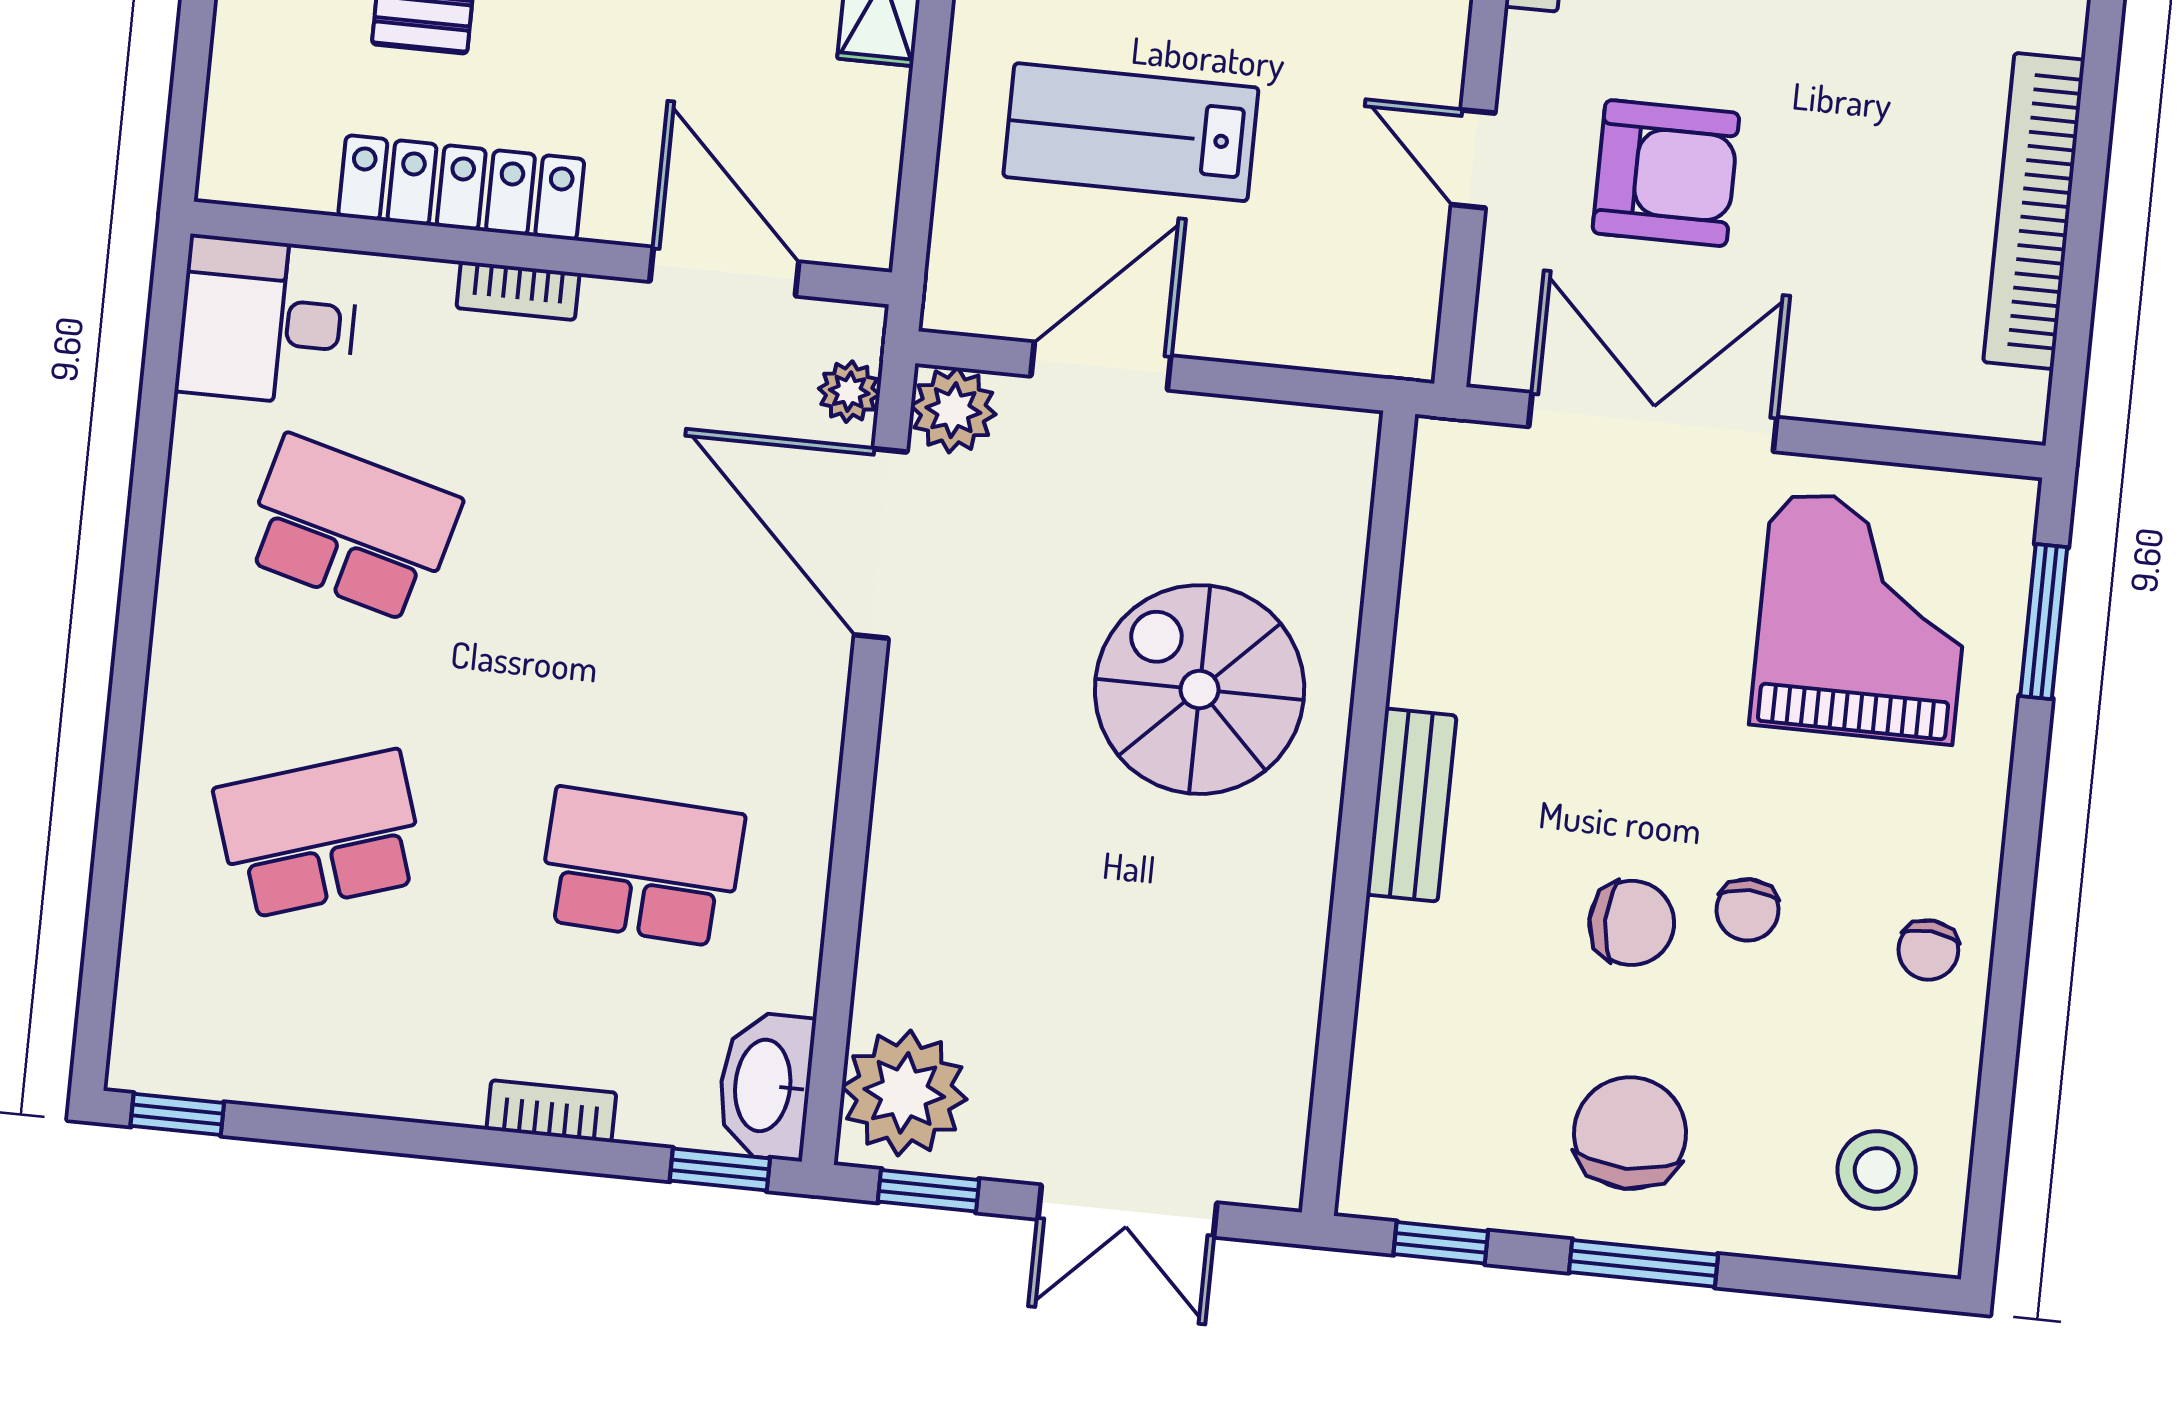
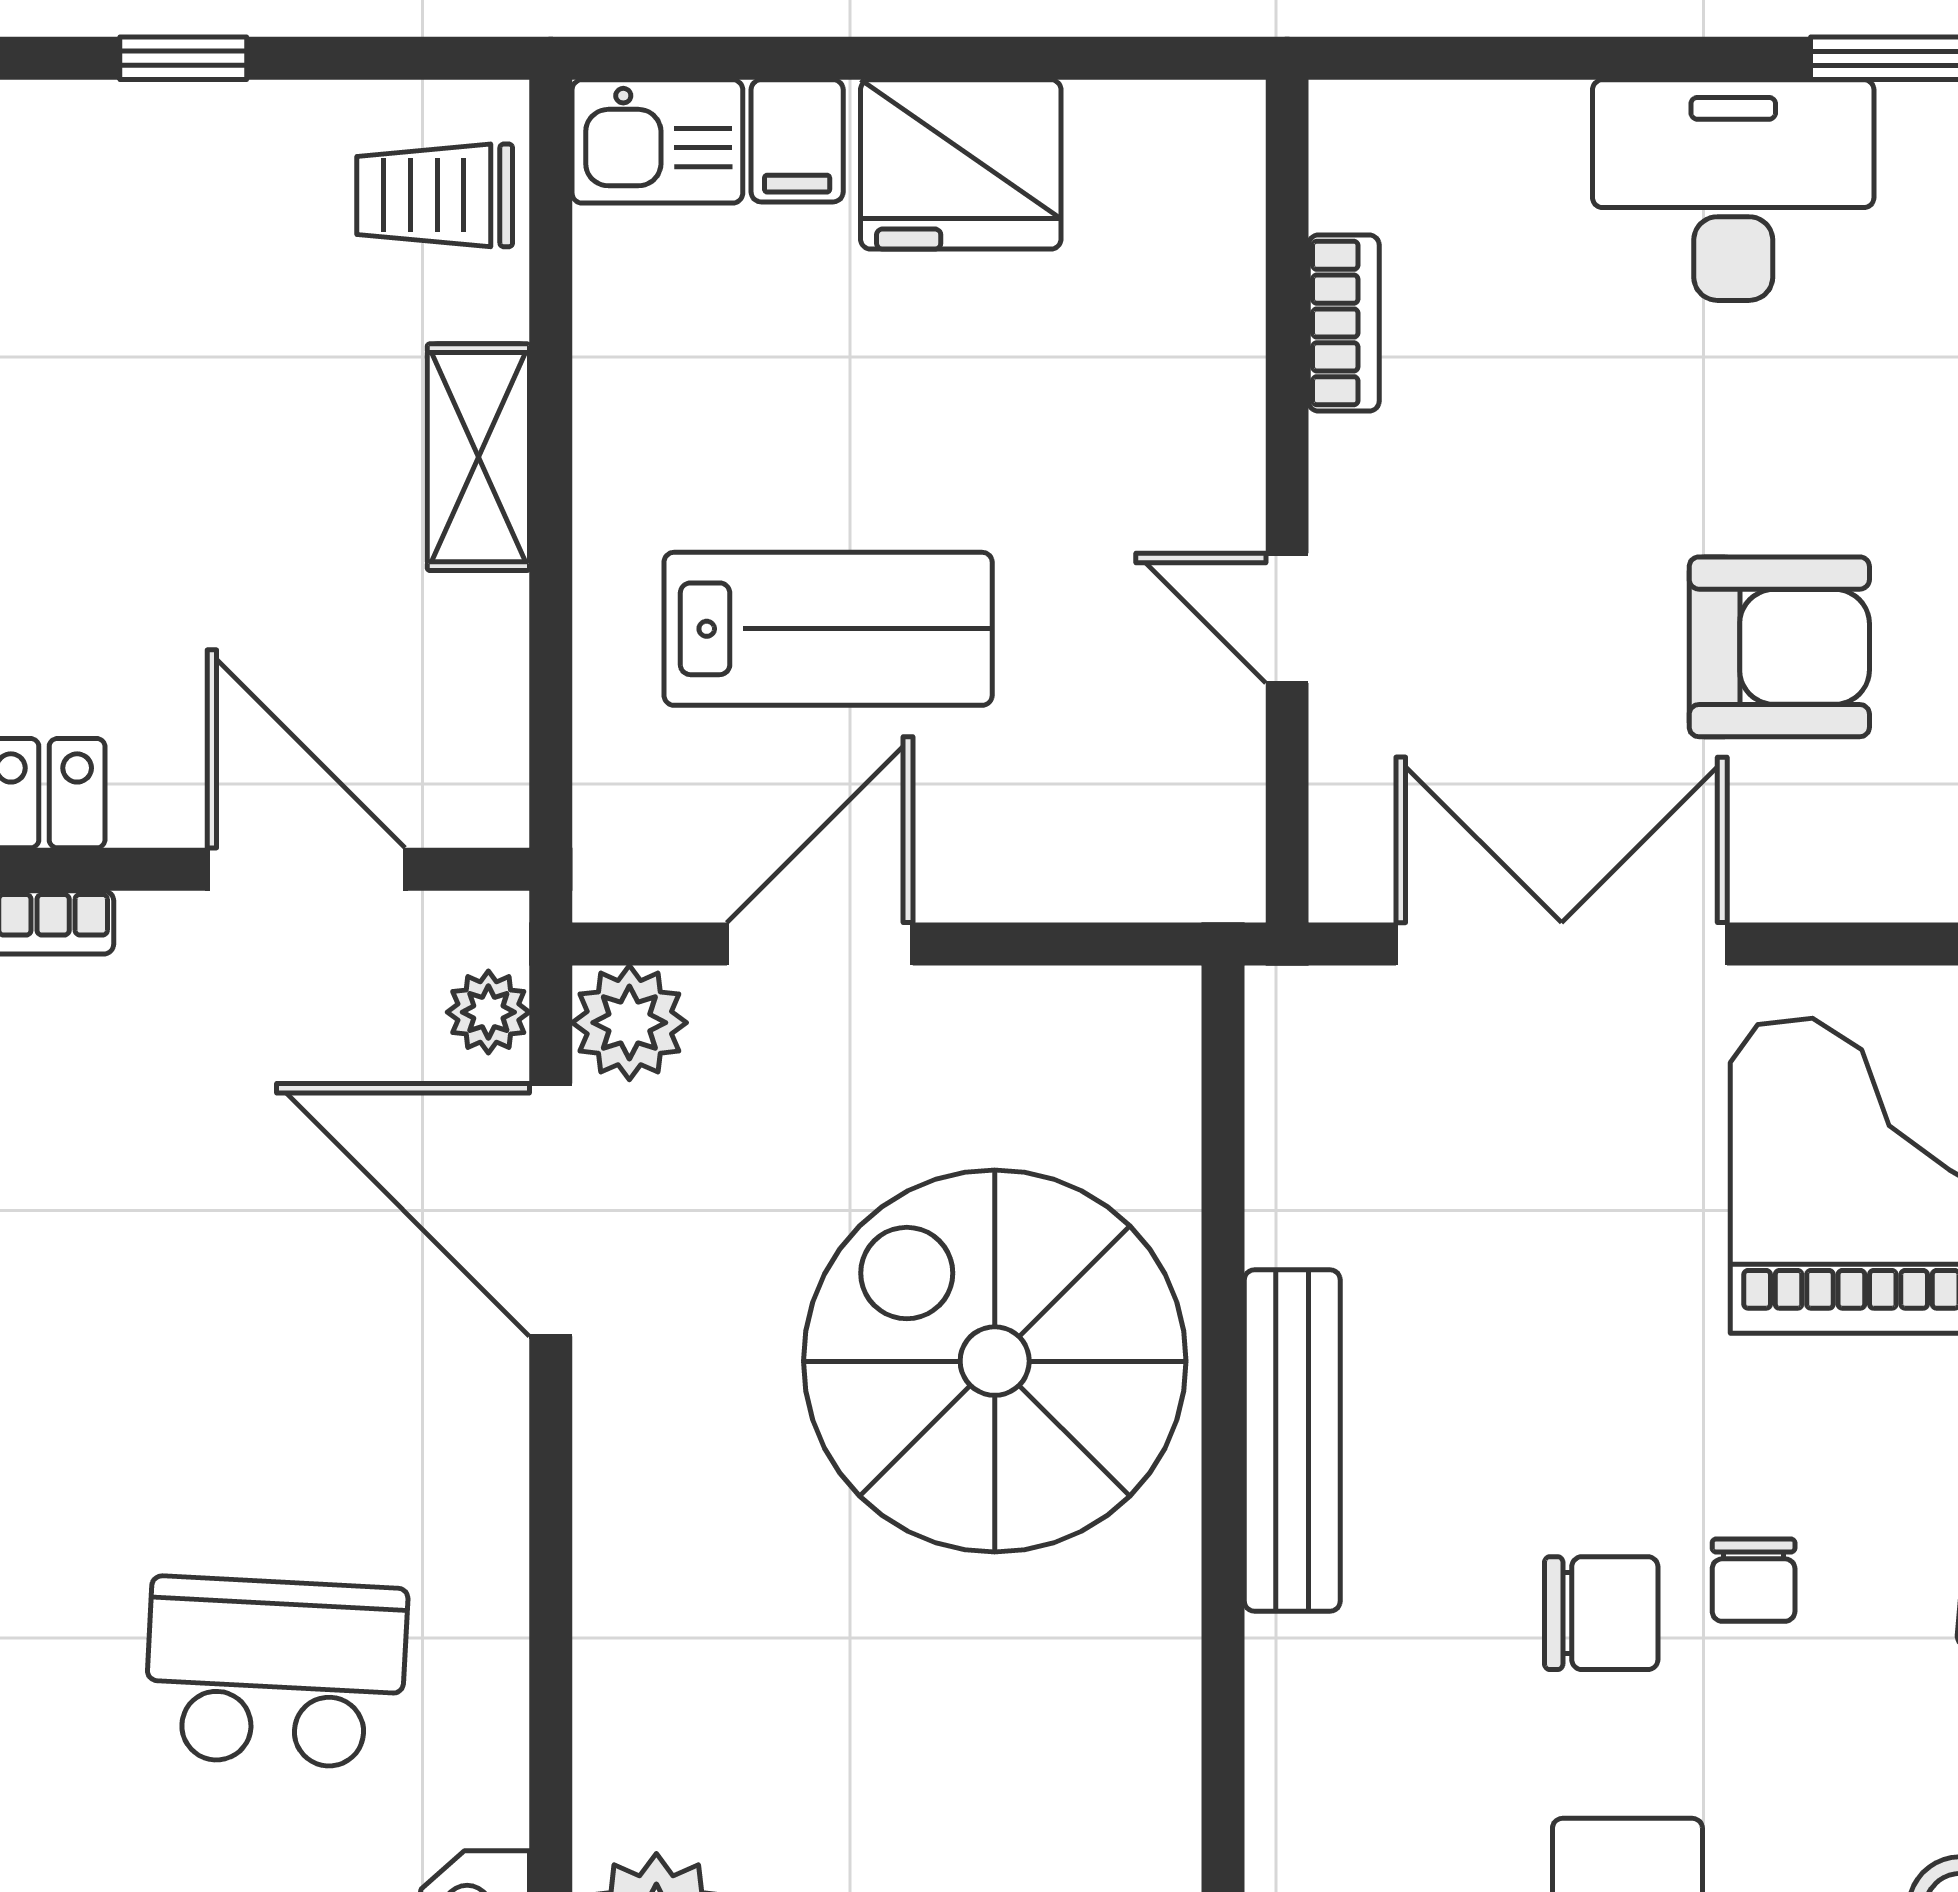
lab bench: (1131, 132) -> (828, 629), turned 180
armchair: (1666, 173) -> (1779, 647), moved
spiral stairs: (1200, 690) -> (995, 1361), width x1.37, depth x1.37
bench: (1411, 805) -> (1292, 1441), width x1.36

